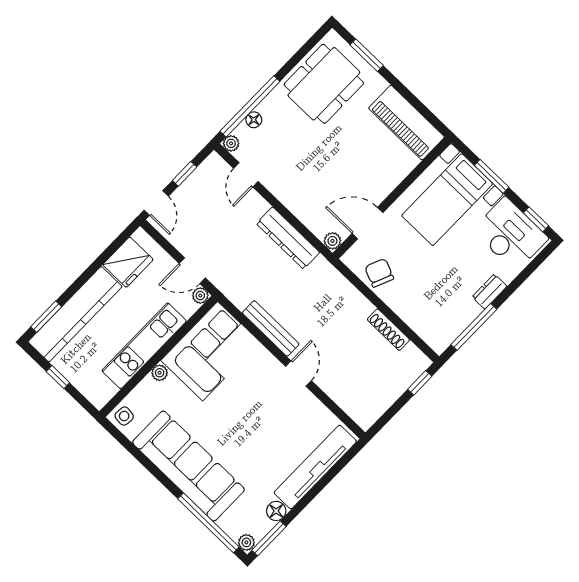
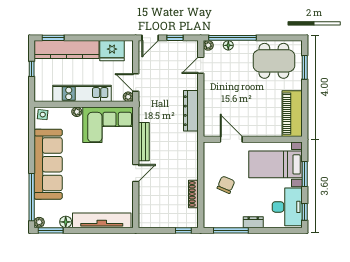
plant: (332, 241) -> (209, 132), removed
chair: (379, 273) -> (226, 185), moved

